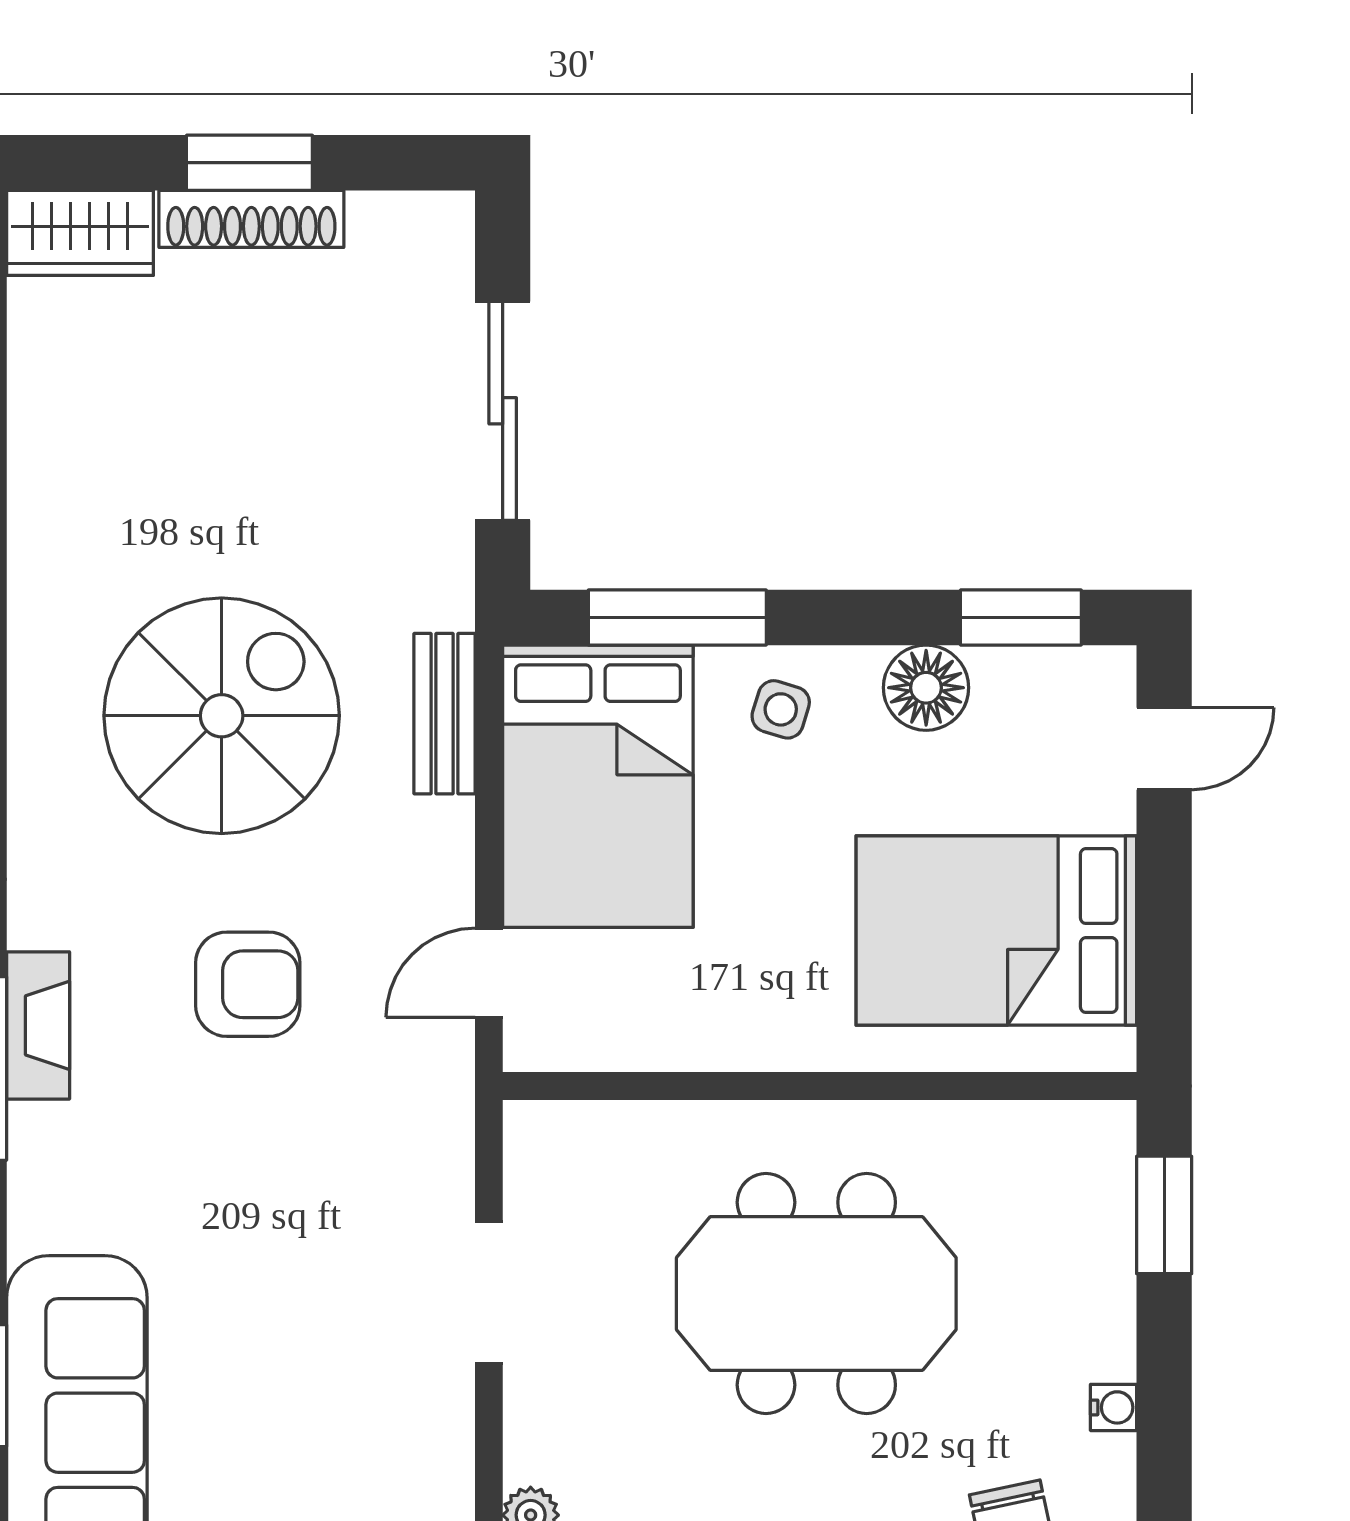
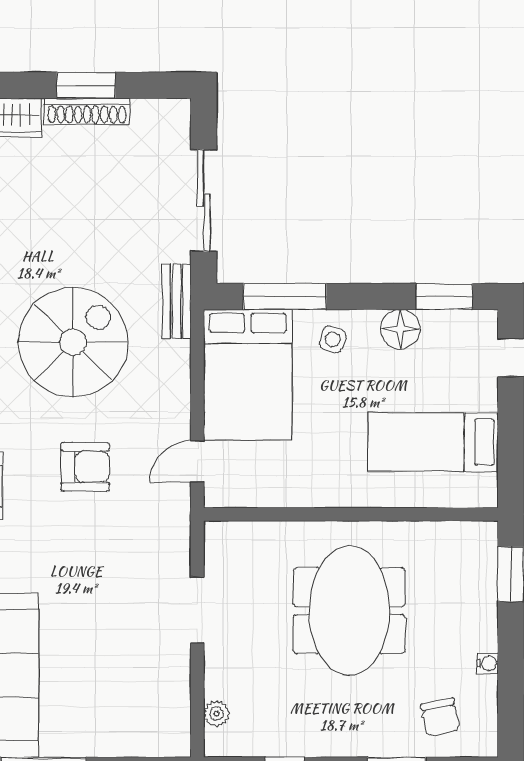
bench: (445, 714) -> (177, 301), moved
bed: (996, 931) -> (433, 442), width x0.67
meeting table: (816, 1294) -> (349, 611), turned 90

